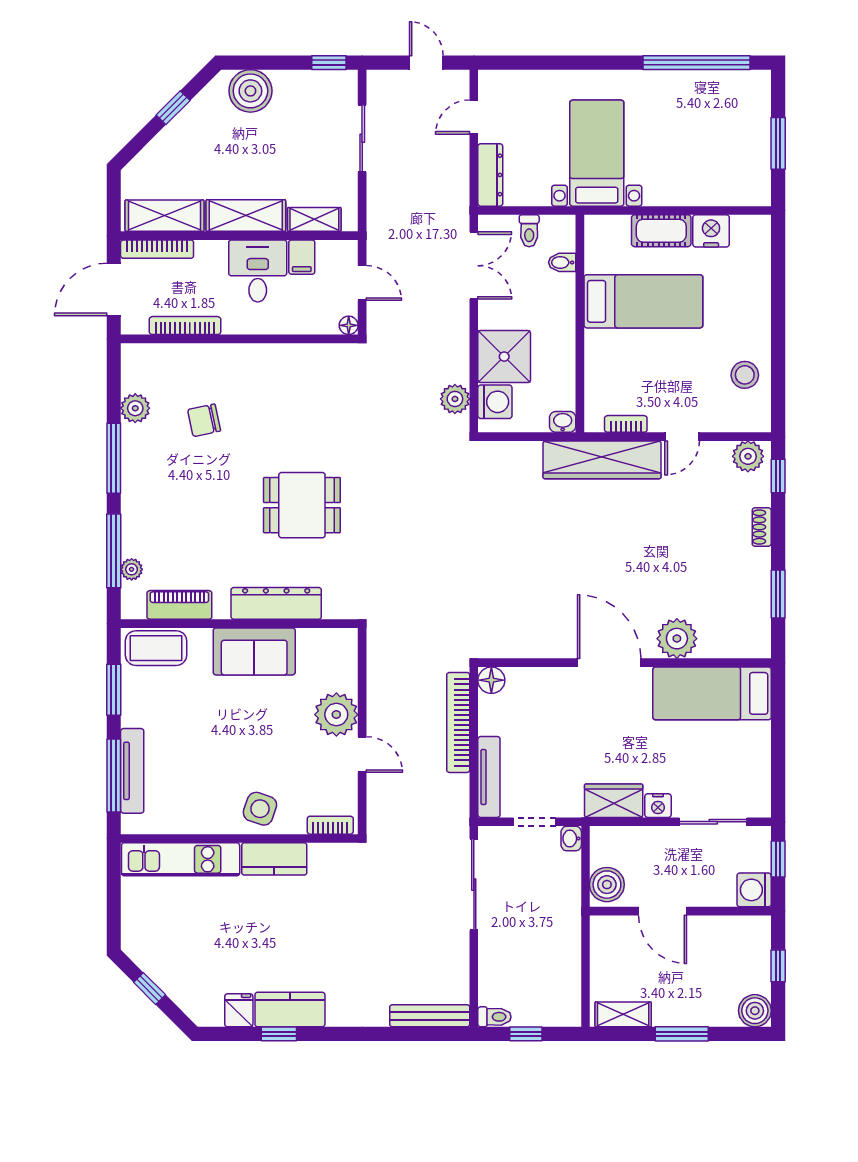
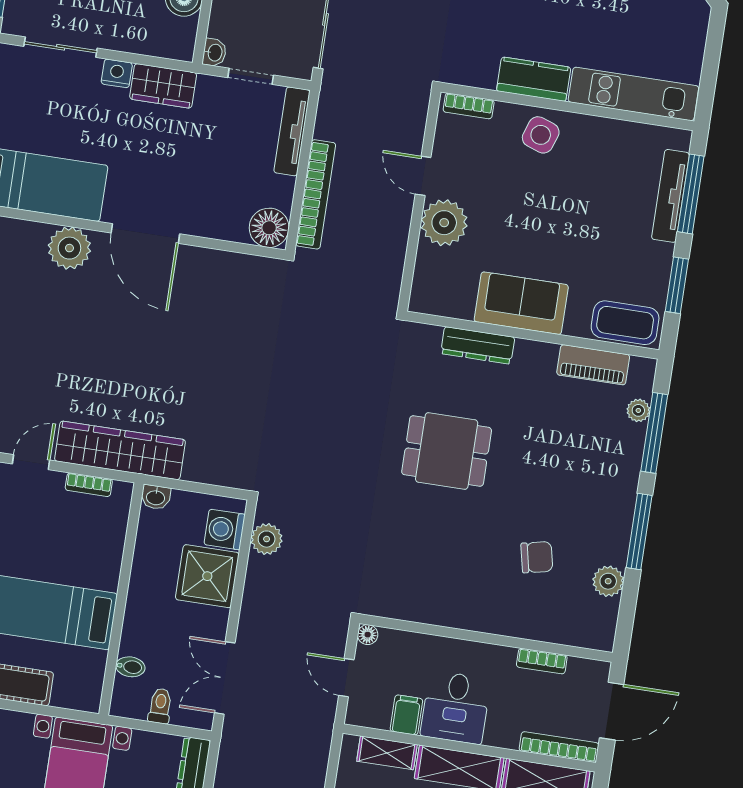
bookcase: (185, 326) -> (542, 661), width x0.64
dresser: (276, 603) -> (478, 345), width x0.73, depth x0.80
floor lamp: (491, 680) -> (269, 228), width x1.38, depth x1.38

